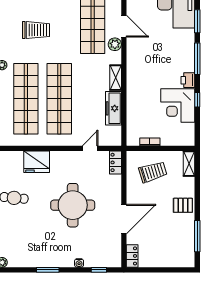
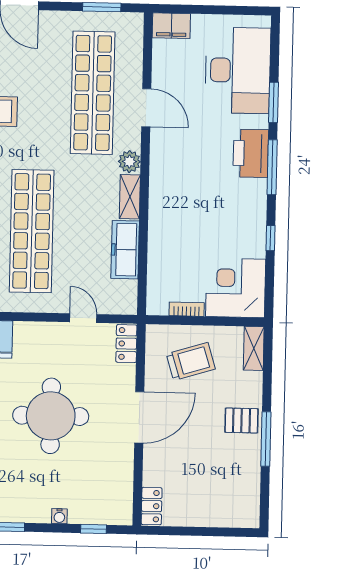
plant: (115, 44) -> (129, 162), moved
printer: (188, 80) -> (251, 153), moved, width x1.87, depth x1.48
corner desk: (178, 106) -> (236, 288), moved, turned 90
door: (90, 148) -> (83, 318), hinge flipped
door: (124, 219) -> (139, 417), moved
window: (197, 236) -> (266, 439), moved

